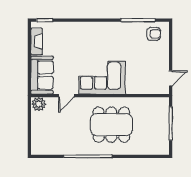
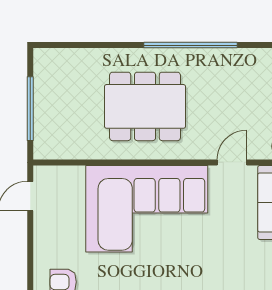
corner sofa: (102, 78) -> (147, 209), width x1.36, depth x1.36

